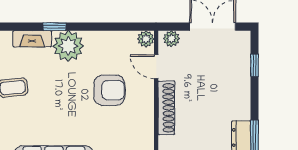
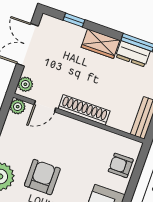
armchair: (109, 90) -> (42, 177), moved
wardrobe: (240, 101) -> (100, 44), added

